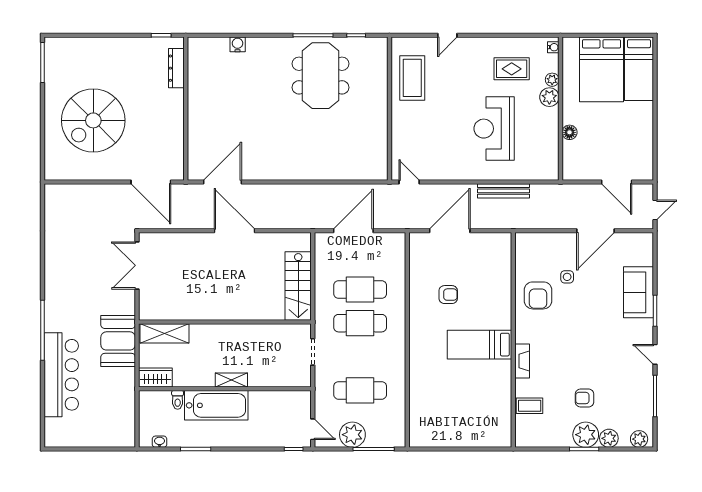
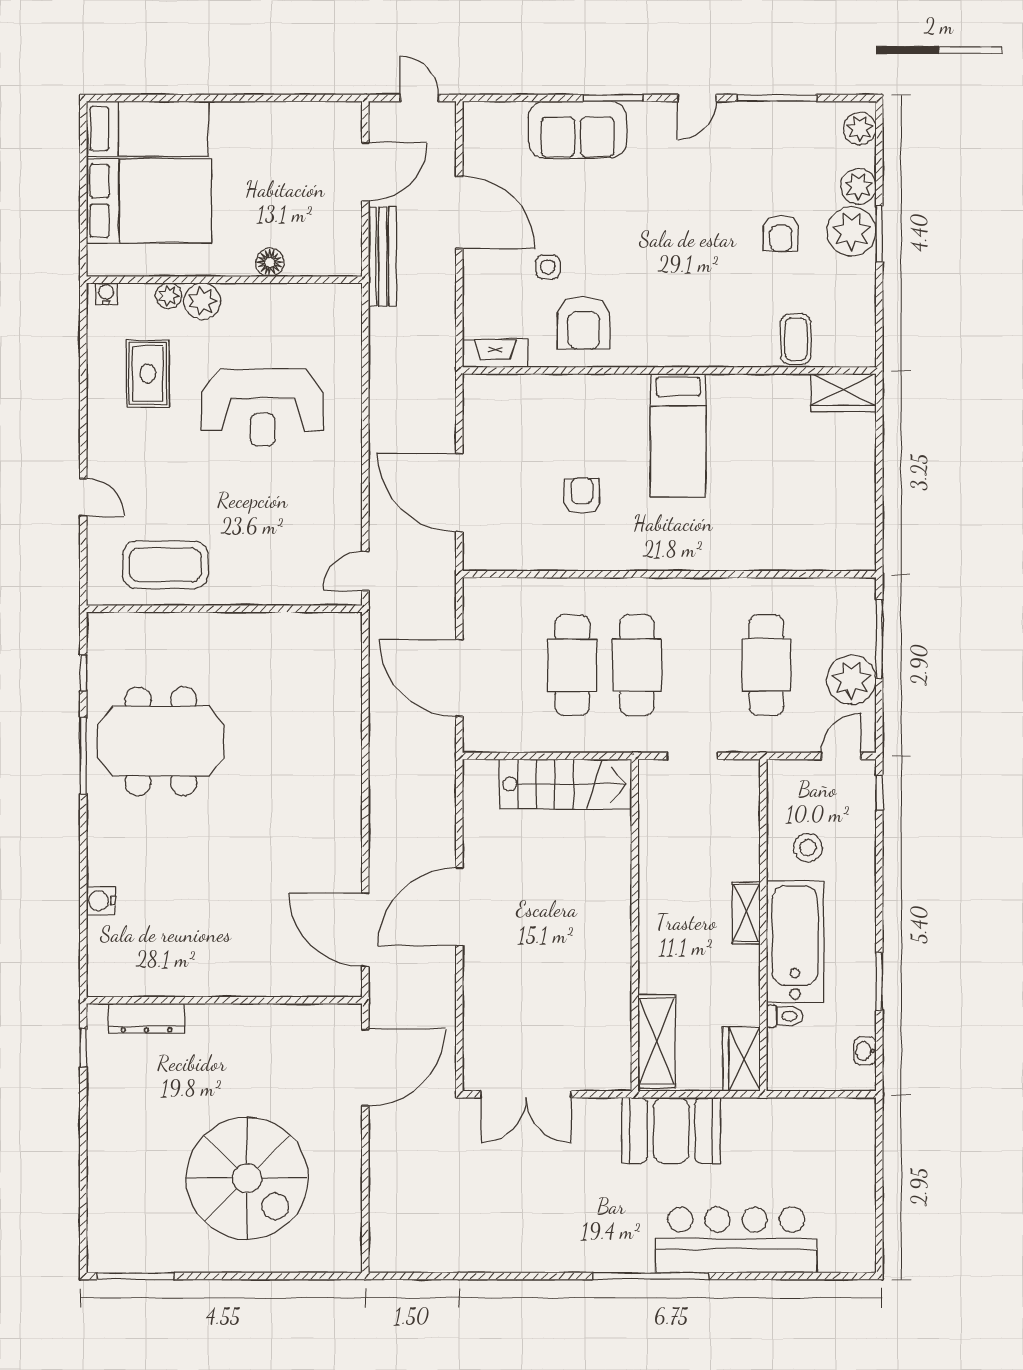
bench: (504, 191) -> (382, 256), moved
armchair: (538, 295) -> (584, 323), turned 90
fireplace: (522, 361) -> (495, 353), moved
stool: (265, 412) -> (808, 848), added
wardrobe: (502, 431) -> (844, 393), added

